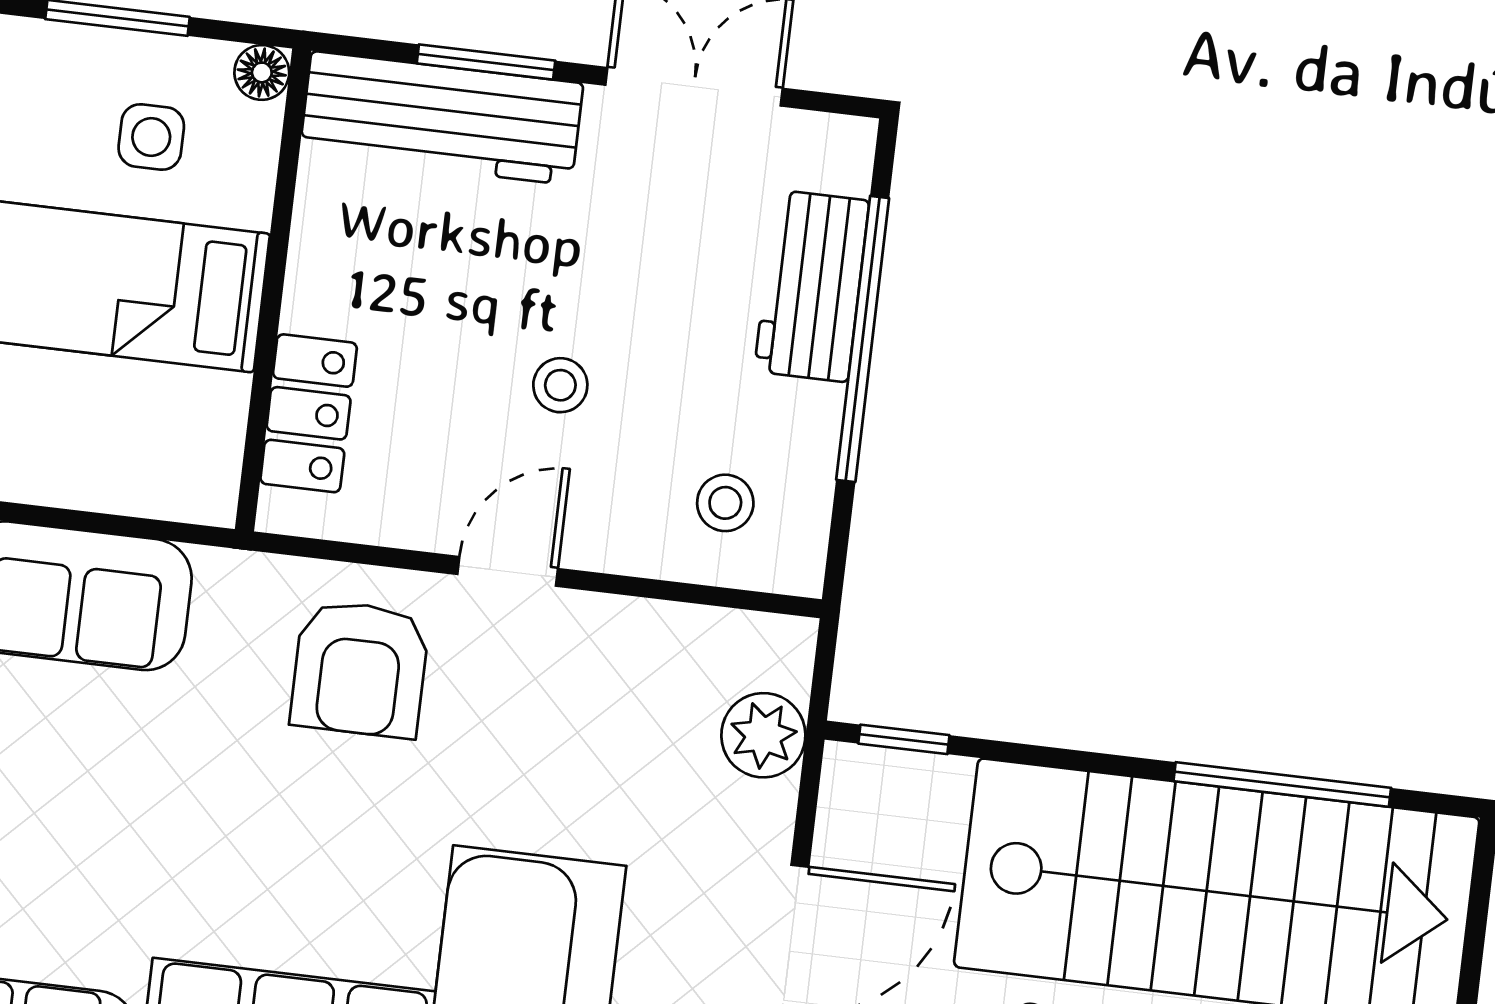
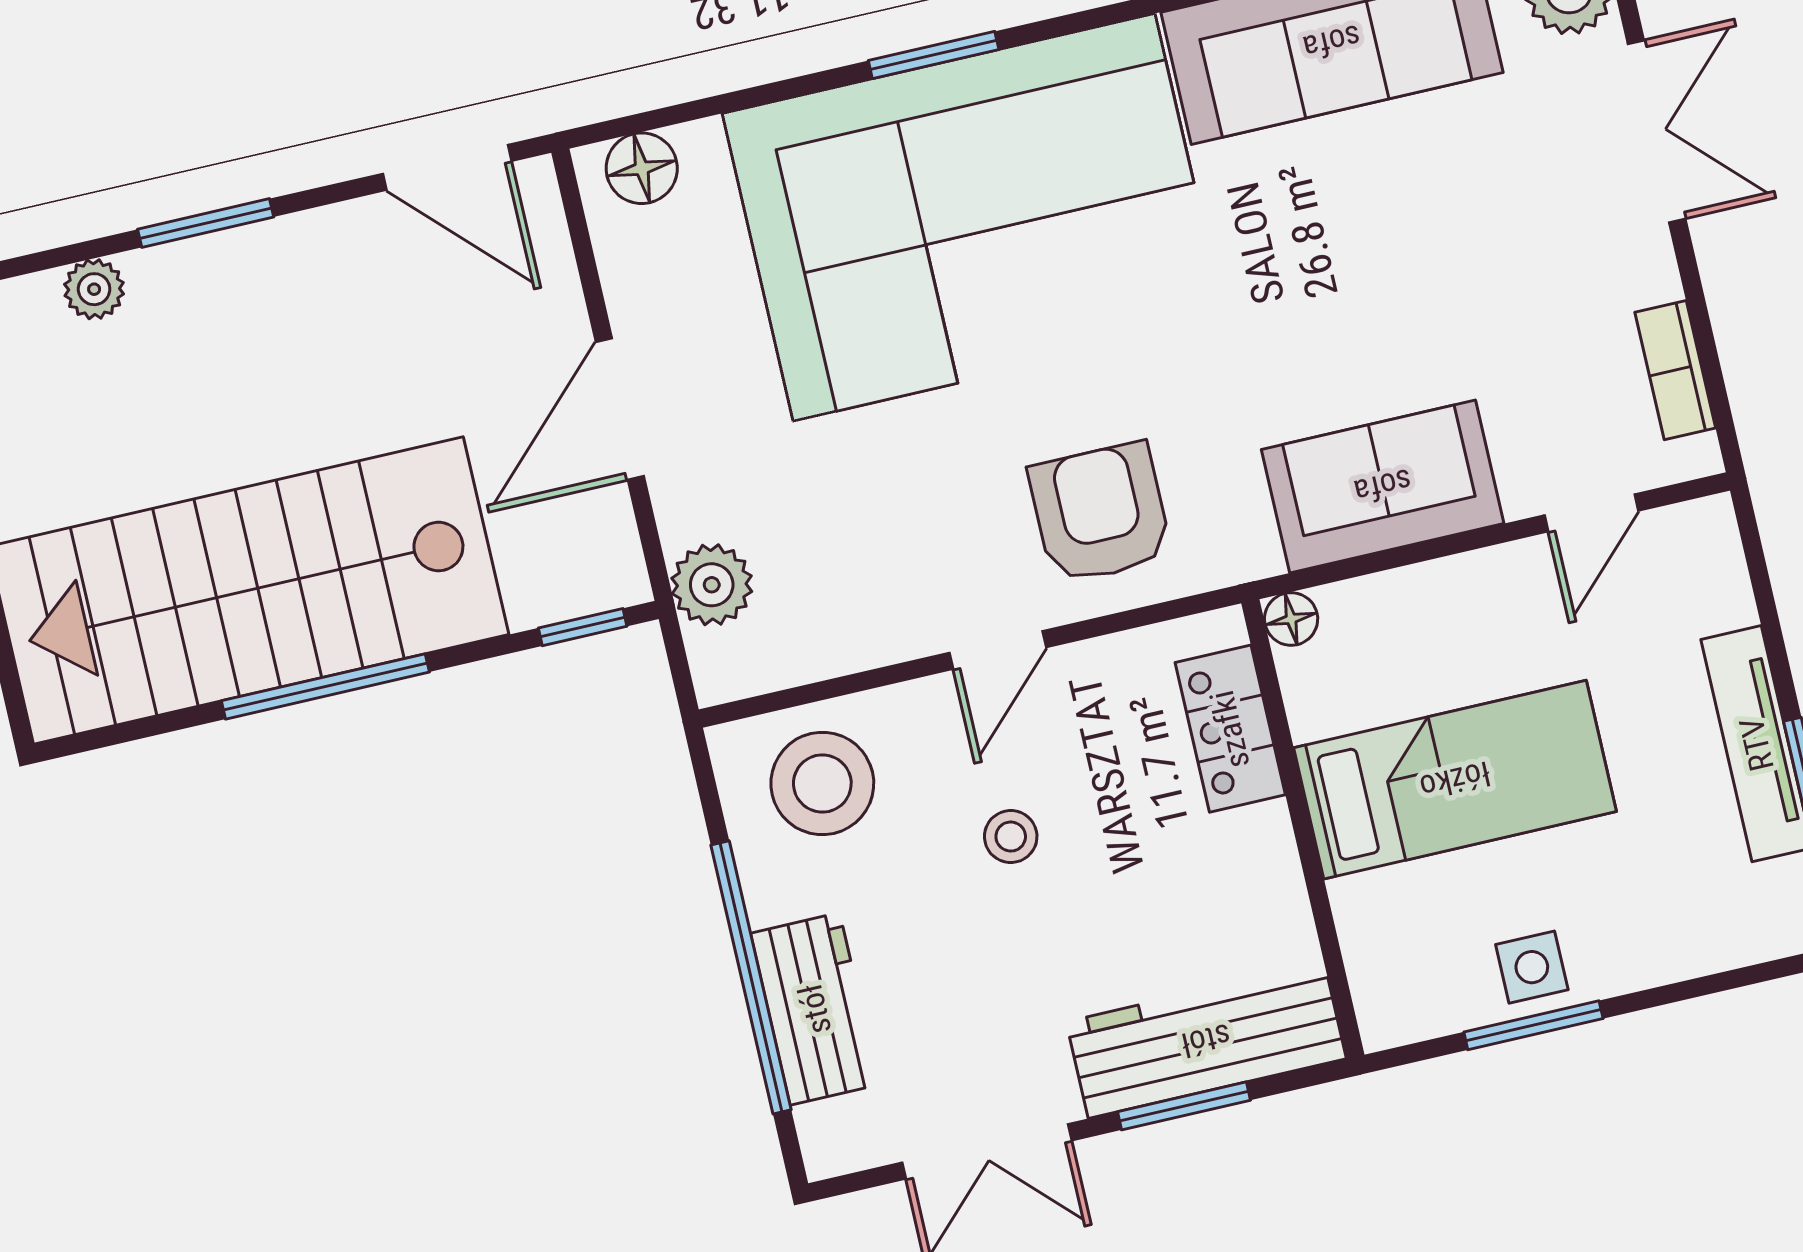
floor lamp: (262, 72) -> (1291, 619), moved
side table: (151, 137) -> (1532, 967), moved
stool: (725, 503) -> (822, 783), width x1.89, depth x1.89
window: (1282, 784) -> (325, 686), moved

